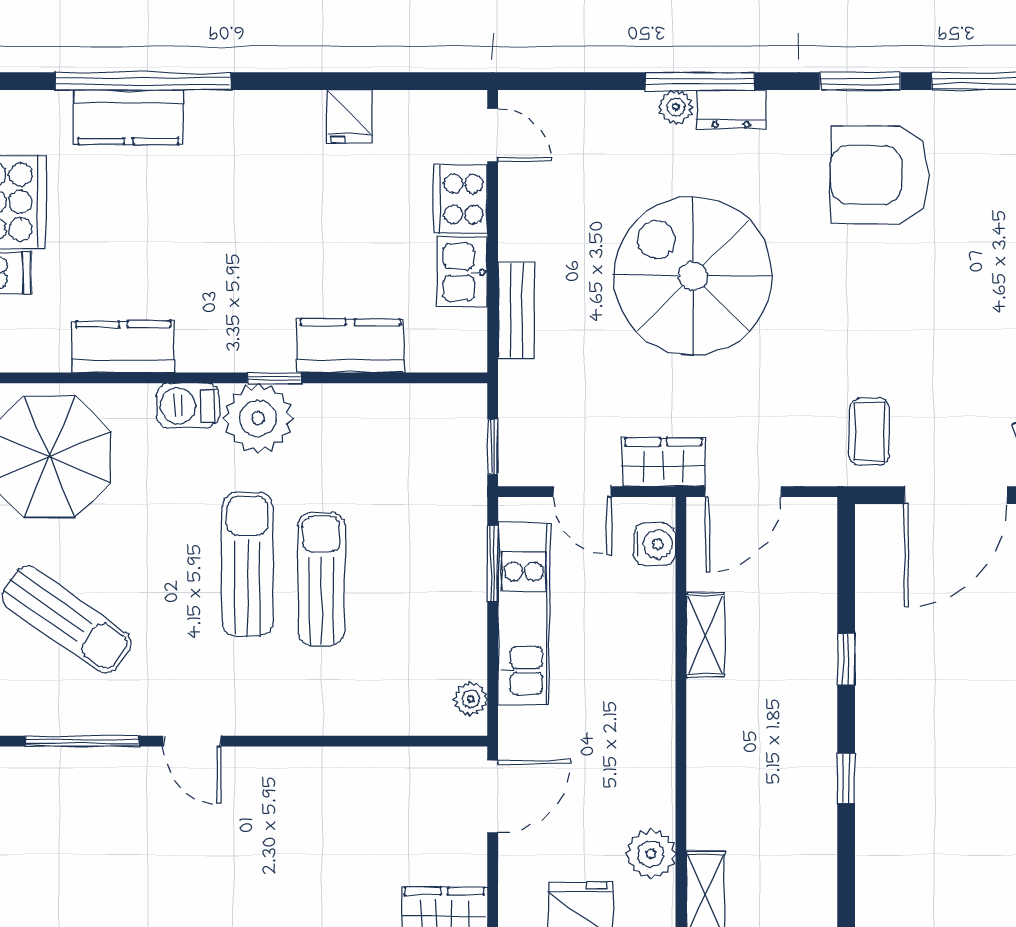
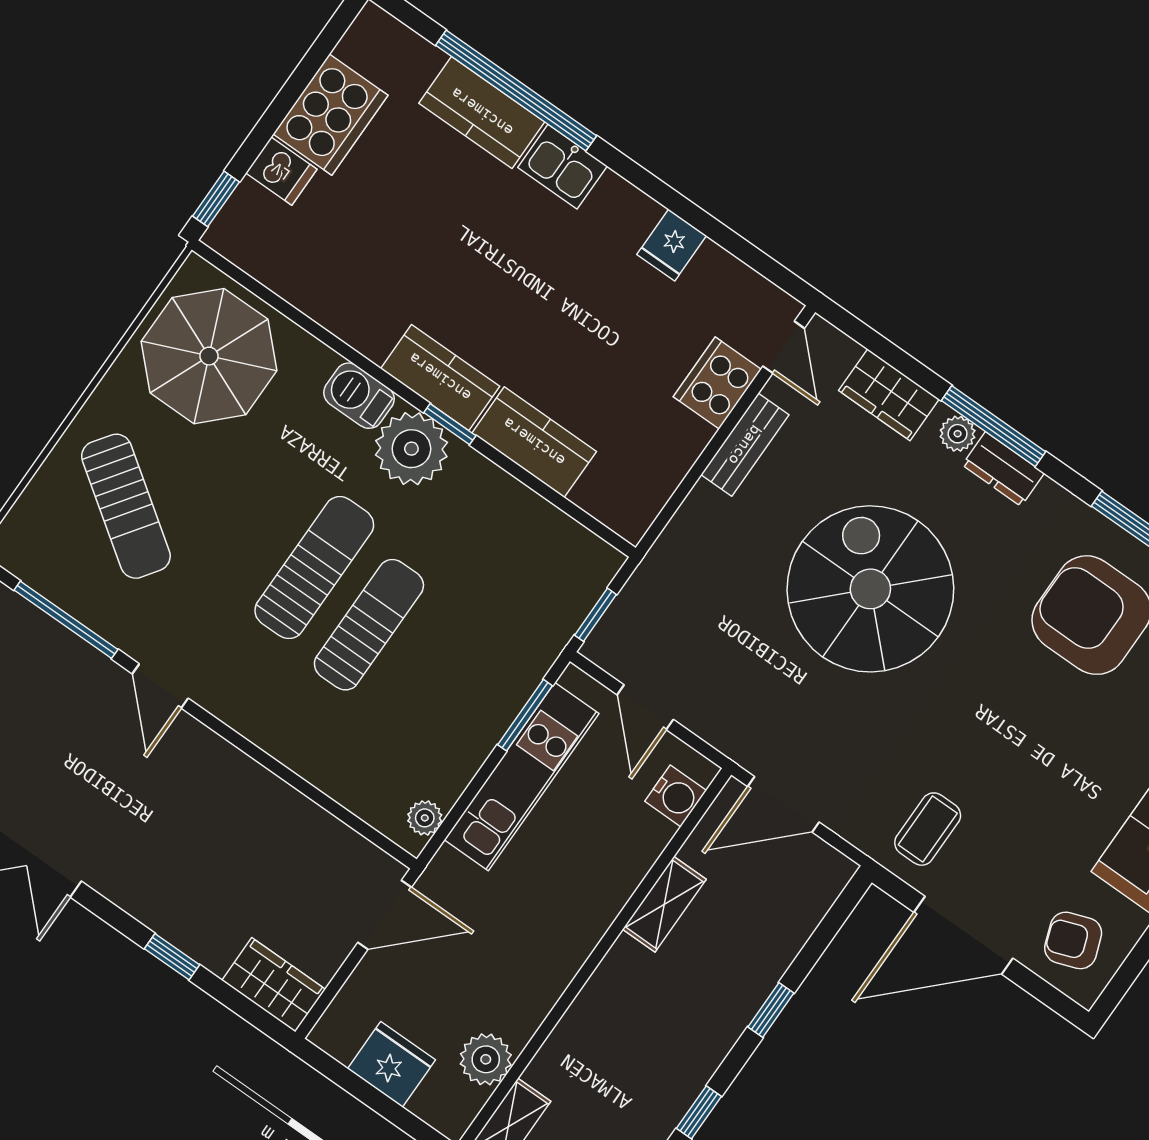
kitchen sink: (462, 272) -> (563, 167), moved, turned -90
bench: (516, 310) -> (745, 445), moved
kitchen counter: (123, 347) -> (440, 377), moved
wardrobe: (663, 462) -> (889, 395), moved, turned 180

